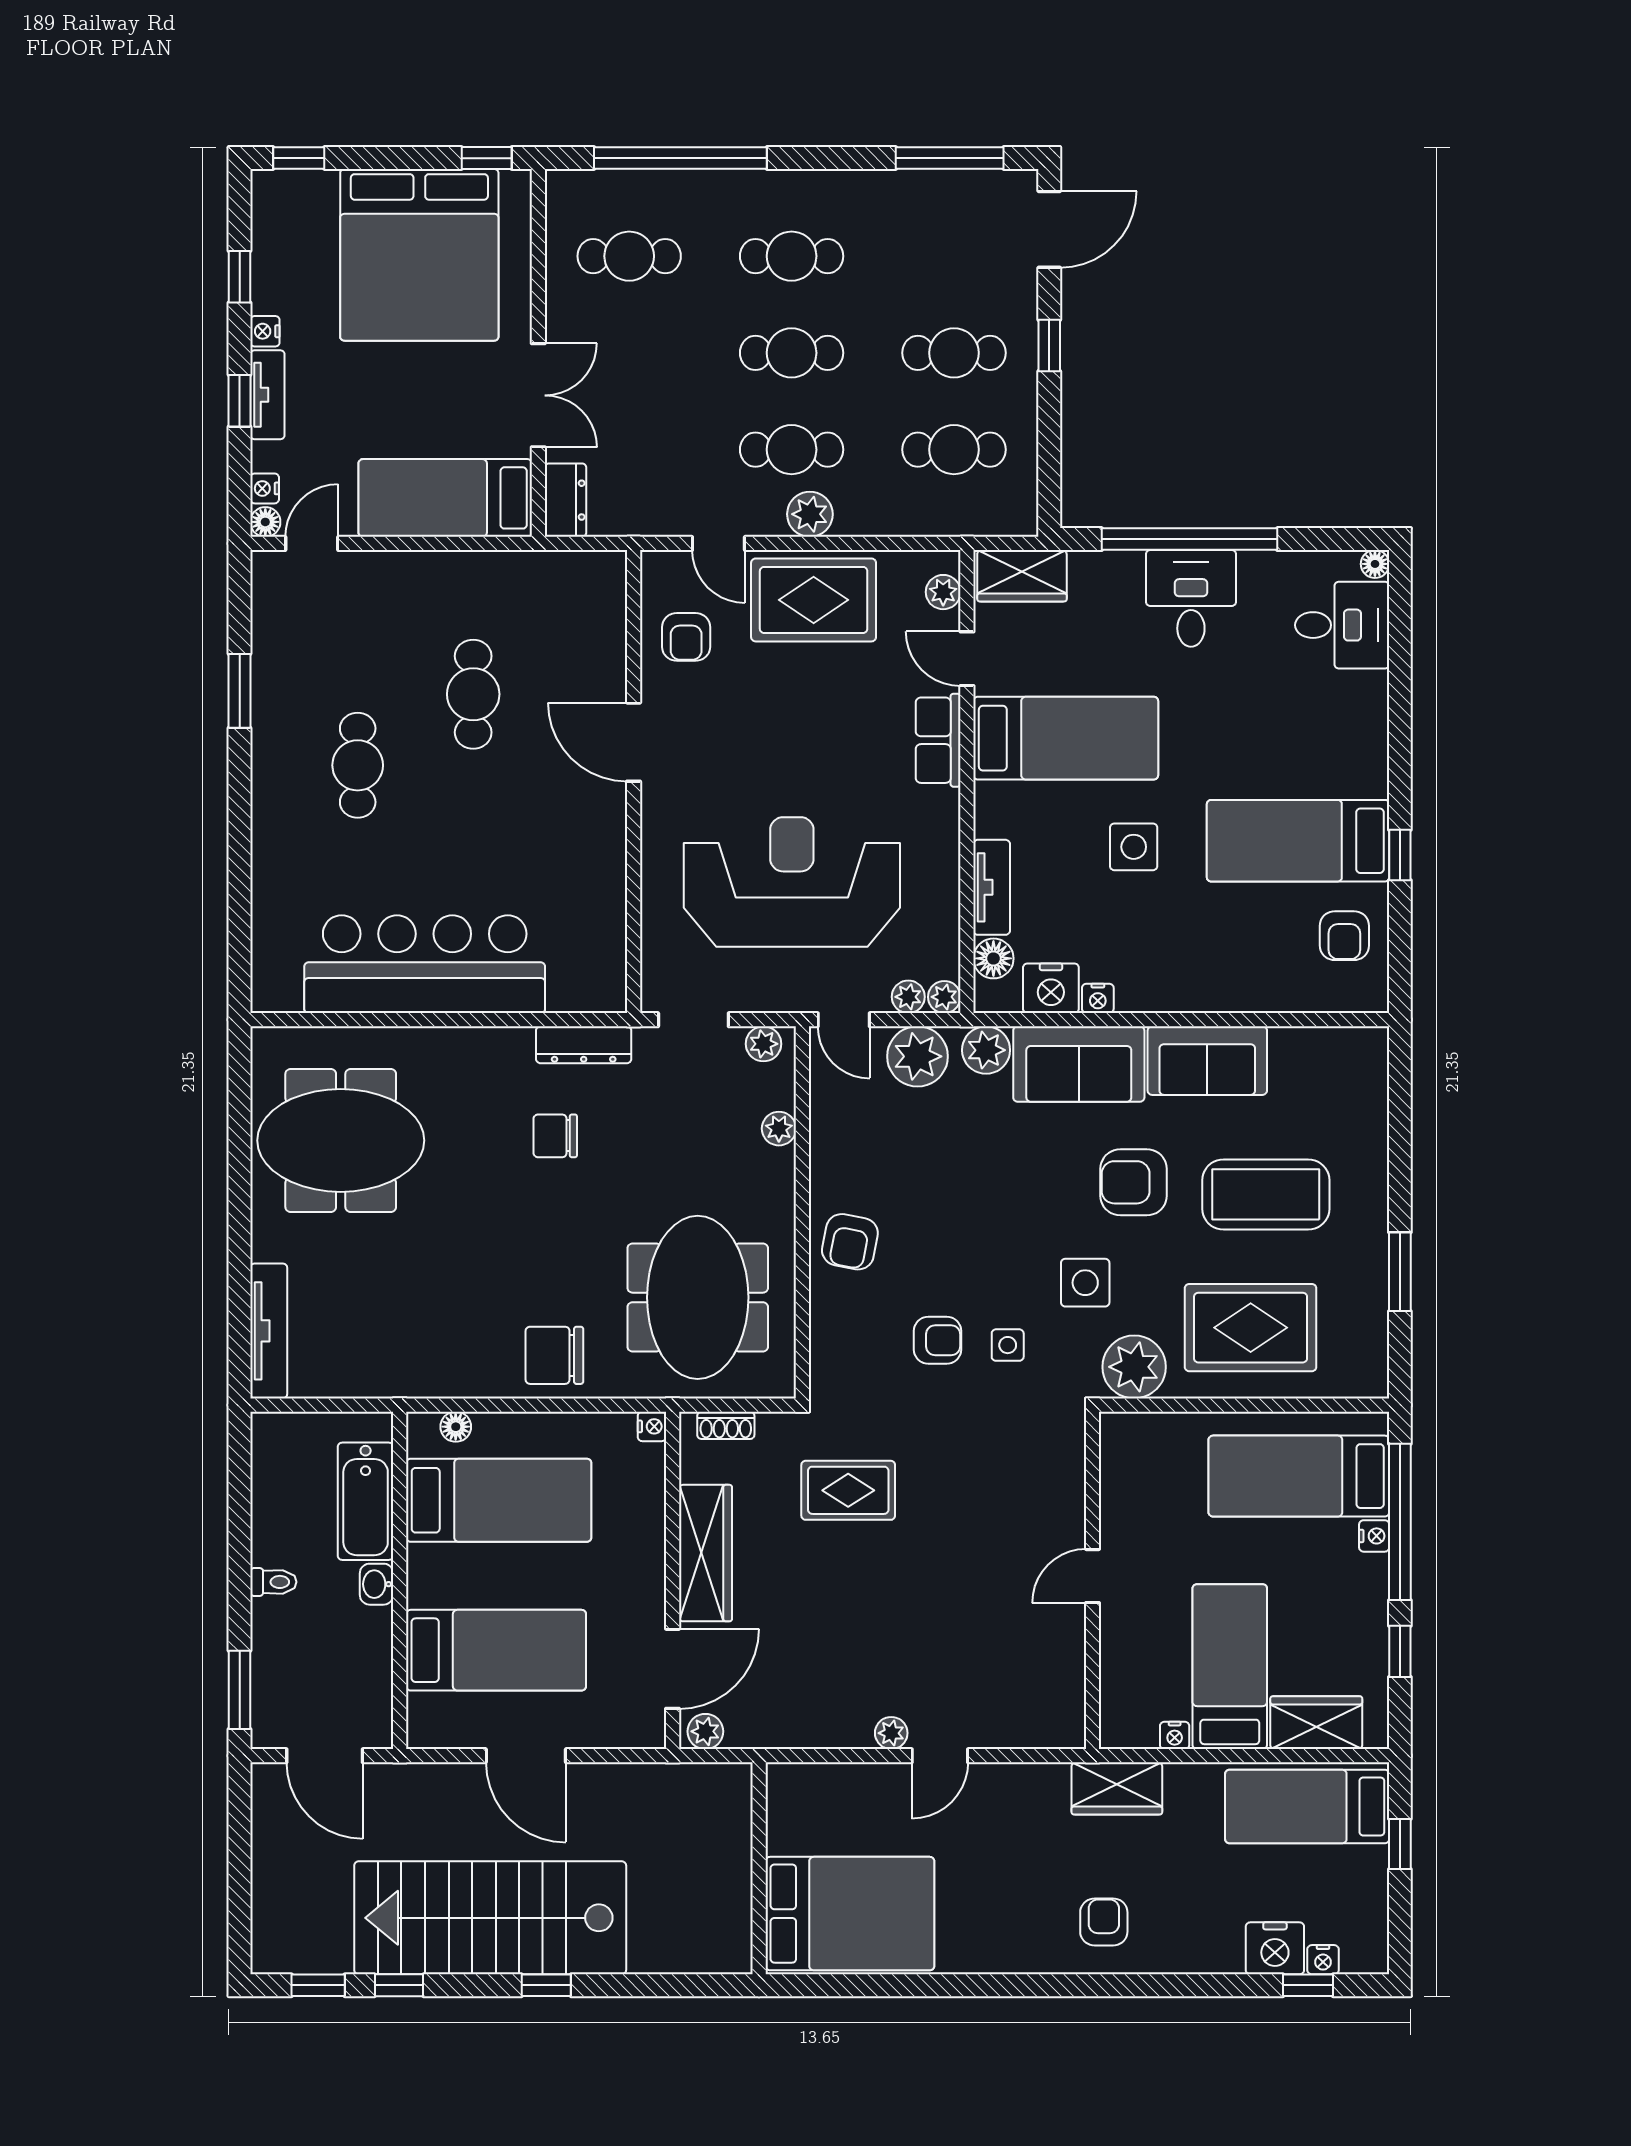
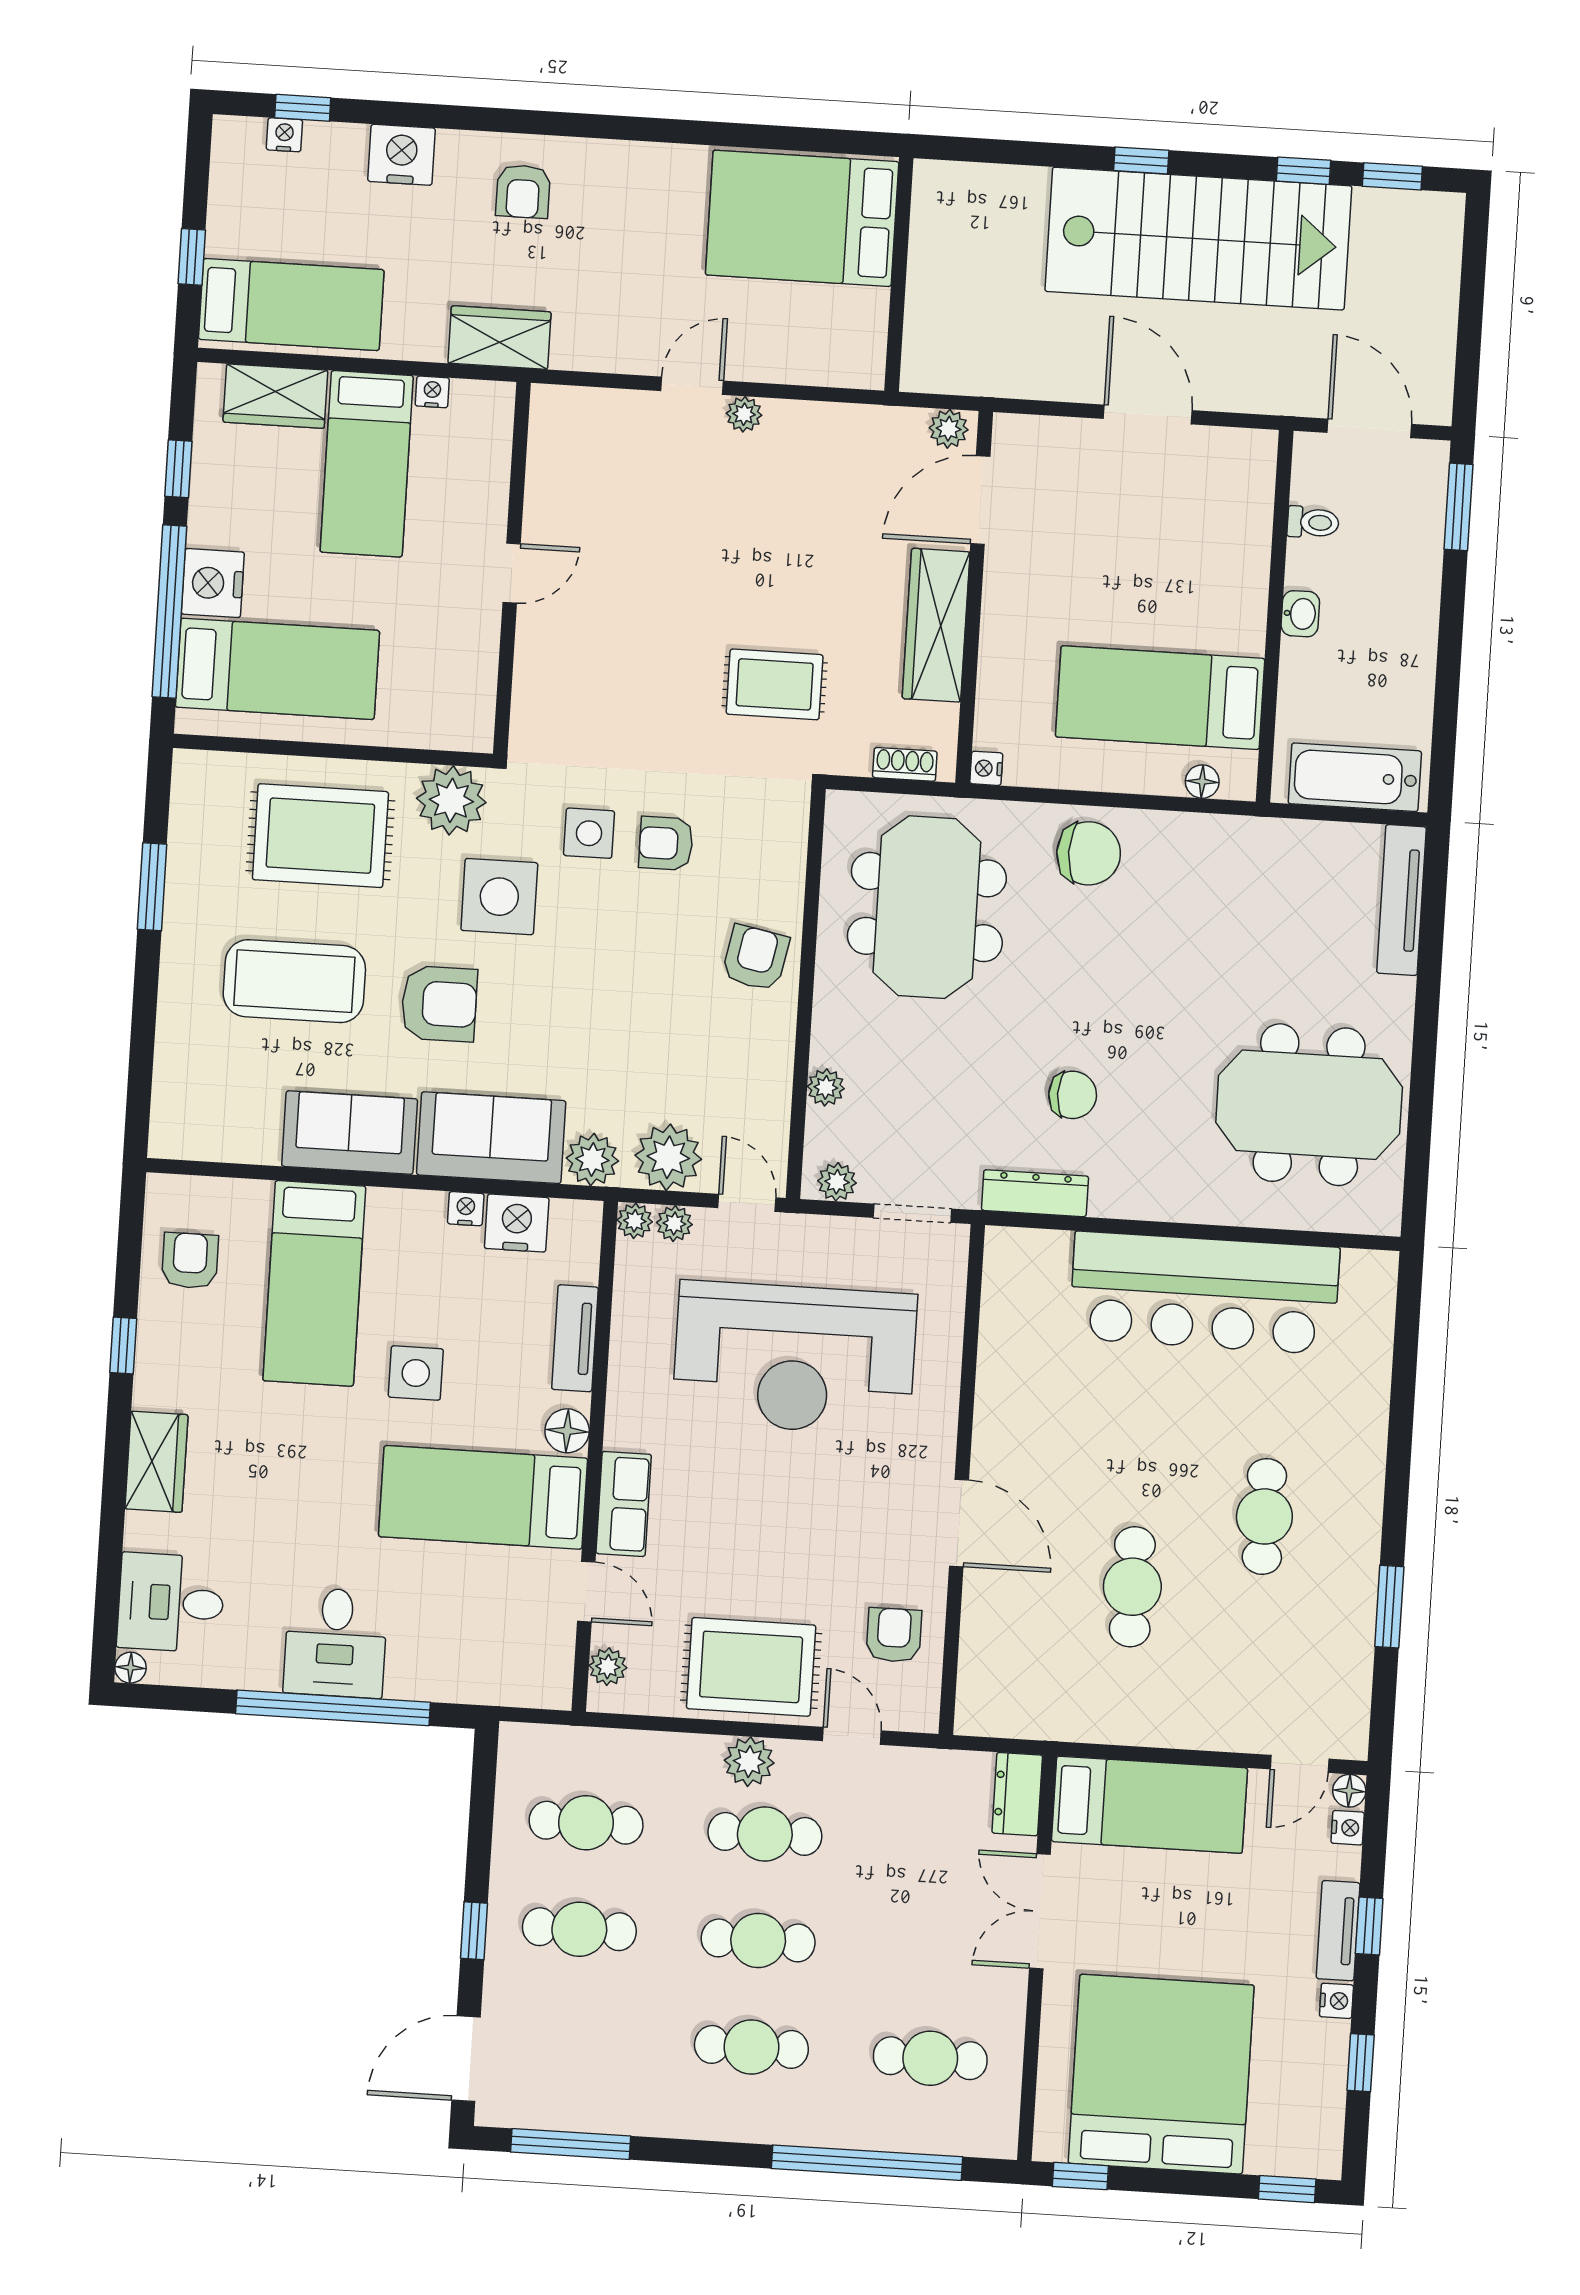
wardrobe: (1022, 576) -> (156, 1462), moved, turned 90
bed: (1298, 841) -> (314, 1283), moved, turned 90
floor lamp: (993, 958) -> (567, 1431), moved
side table: (1085, 1283) -> (499, 897), width x1.37, depth x1.37
side table: (1008, 1345) -> (589, 833), width x1.37, depth x1.37
bathtub: (366, 1501) -> (1355, 777), moved, turned -90
nightstand: (1374, 1536) -> (213, 583), width x1.89, depth x1.79
toilet: (273, 1582) -> (1313, 522), moved, turned 180
bed: (496, 1650) -> (1173, 533), removed
nightstand: (1275, 1948) -> (402, 155), moved

